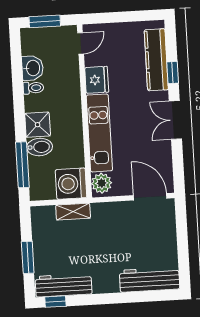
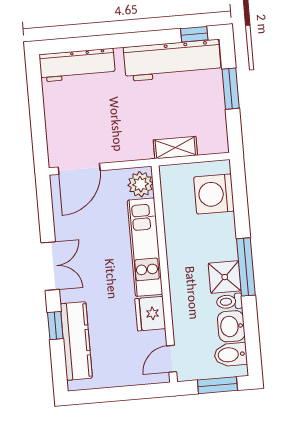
shower: (38, 125) -> (225, 277), moved
bidet: (40, 147) -> (231, 355), moved
window: (22, 165) -> (246, 267), moved
washing machine: (71, 184) -> (214, 194), moved, turned 180
door: (150, 197) -> (79, 169), hinge flipped
workbench: (64, 285) -> (172, 60), width x1.36, depth x1.32

